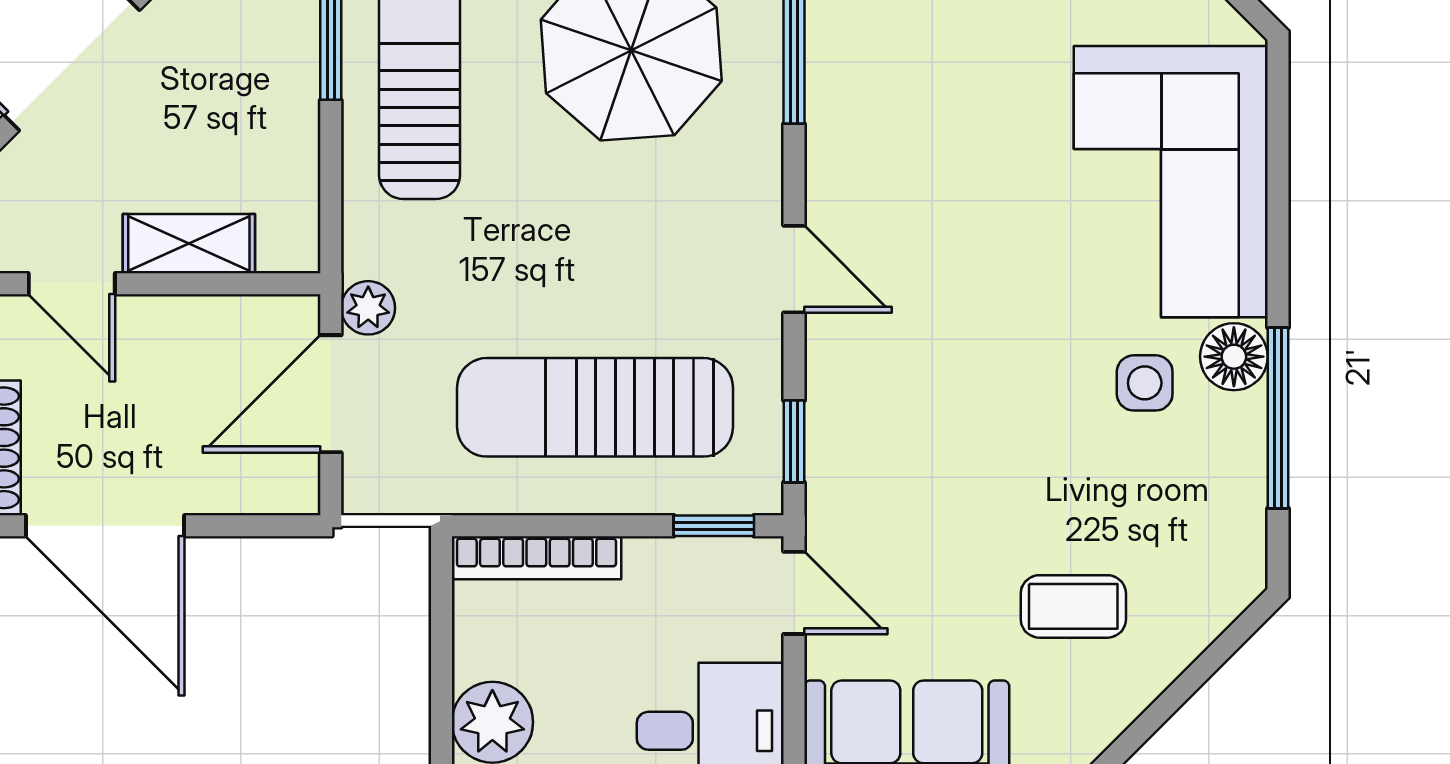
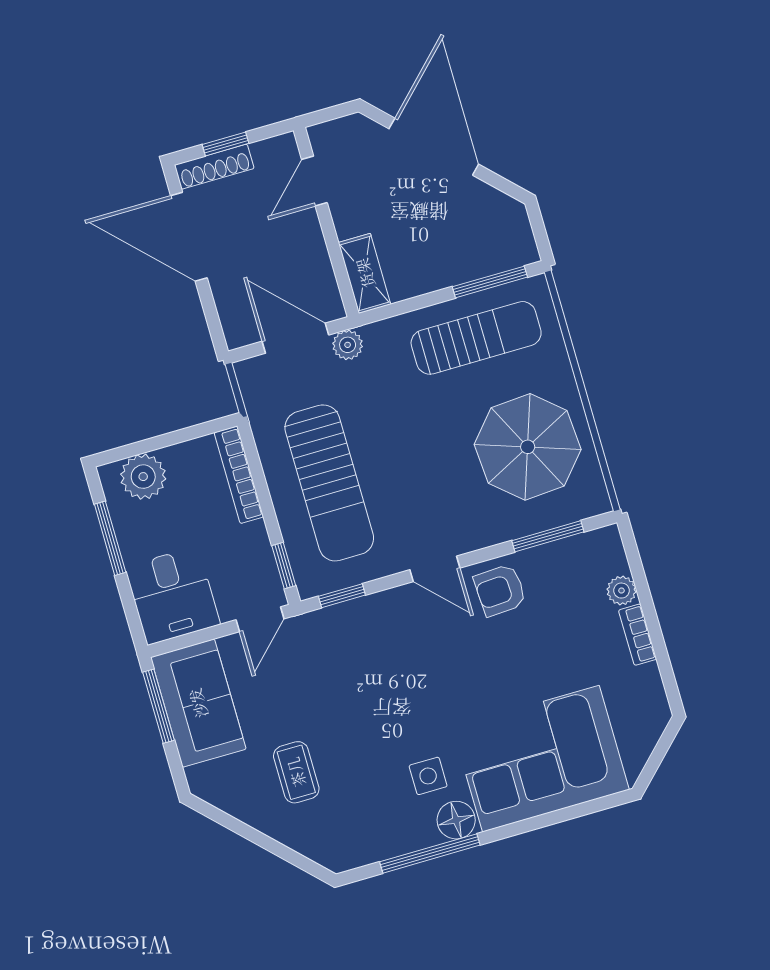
armchair: (863, 168) -> (500, 590), added
shelving: (189, 244) -> (365, 273), moved
door: (794, 269) -> (435, 569), hinge flipped
sun lounger: (595, 407) -> (329, 483), turned 180
door: (105, 526) -> (189, 237), hinge flipped

